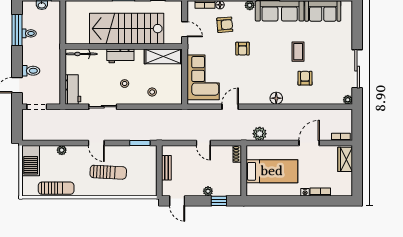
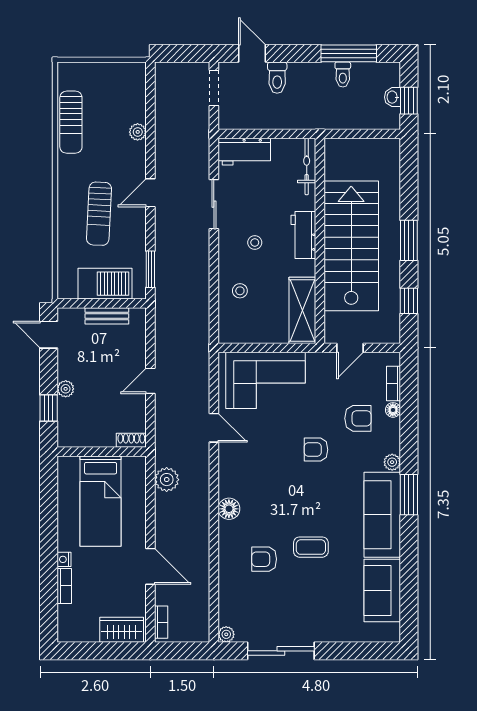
armchair: (225, 25) -> (358, 418), turned -85
armchair: (305, 78) -> (264, 559), turned 180
barbecue: (31, 161) -> (105, 284), moved, turned 180
door: (177, 201) -> (49, 335), hinge flipped

